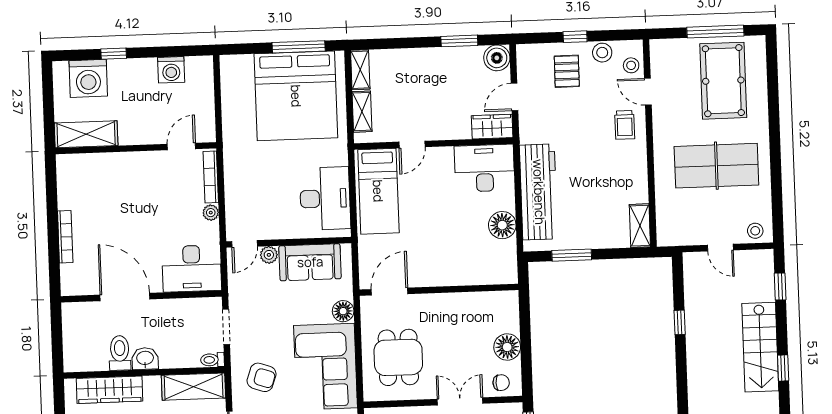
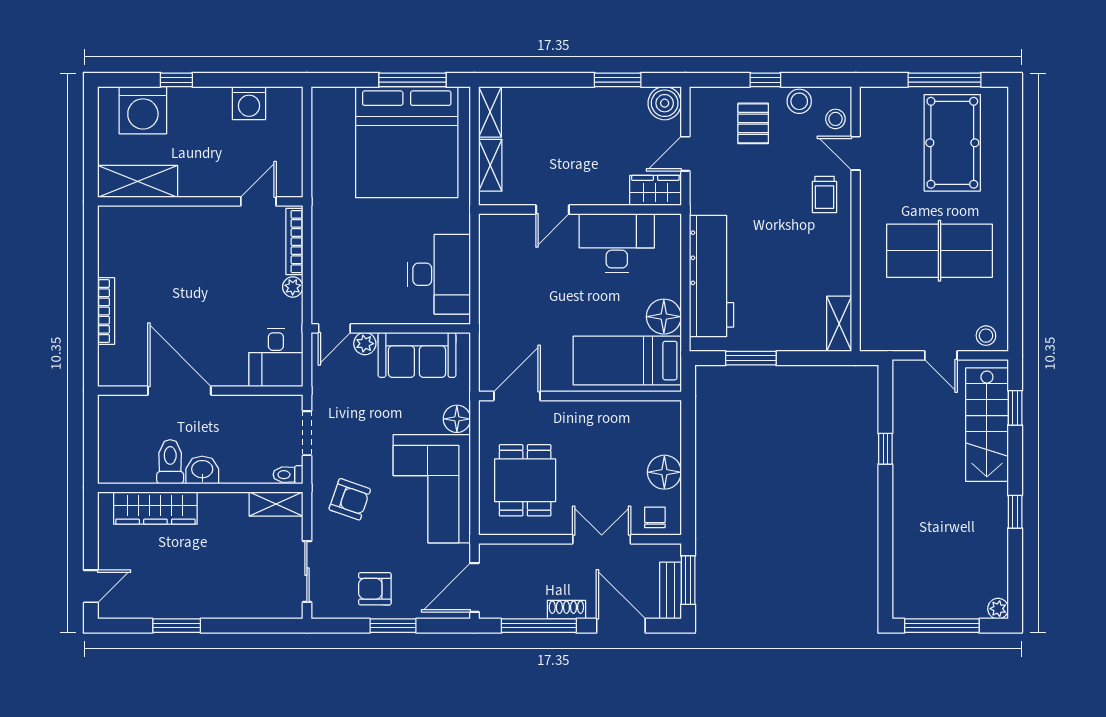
desk: (484, 168) -> (617, 243), moved
bed: (378, 191) -> (627, 361), moved, turned 90
desk: (192, 268) -> (276, 357), width x0.73
stairs: (760, 347) -> (987, 425), moved
chair: (501, 383) -> (655, 517), turned -90
shelving: (194, 387) -> (276, 504), width x0.67, depth x0.75

